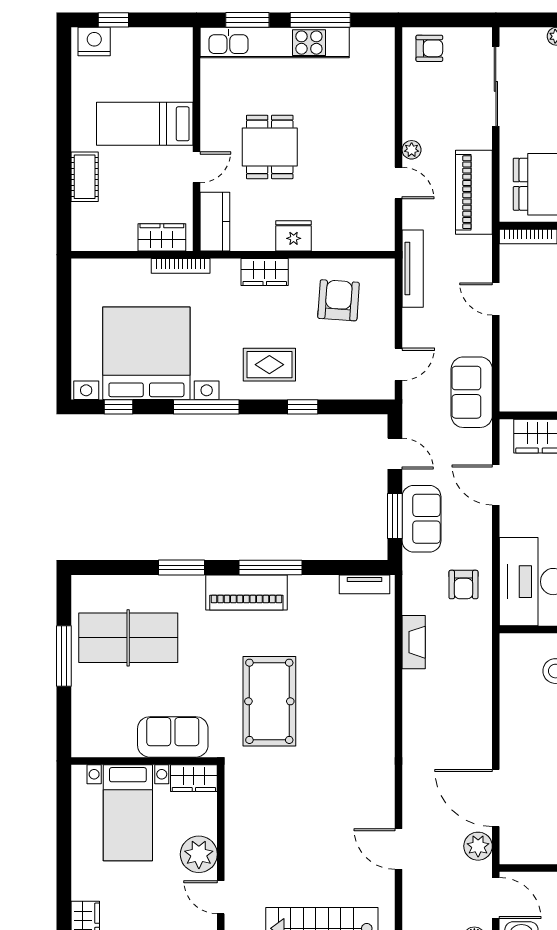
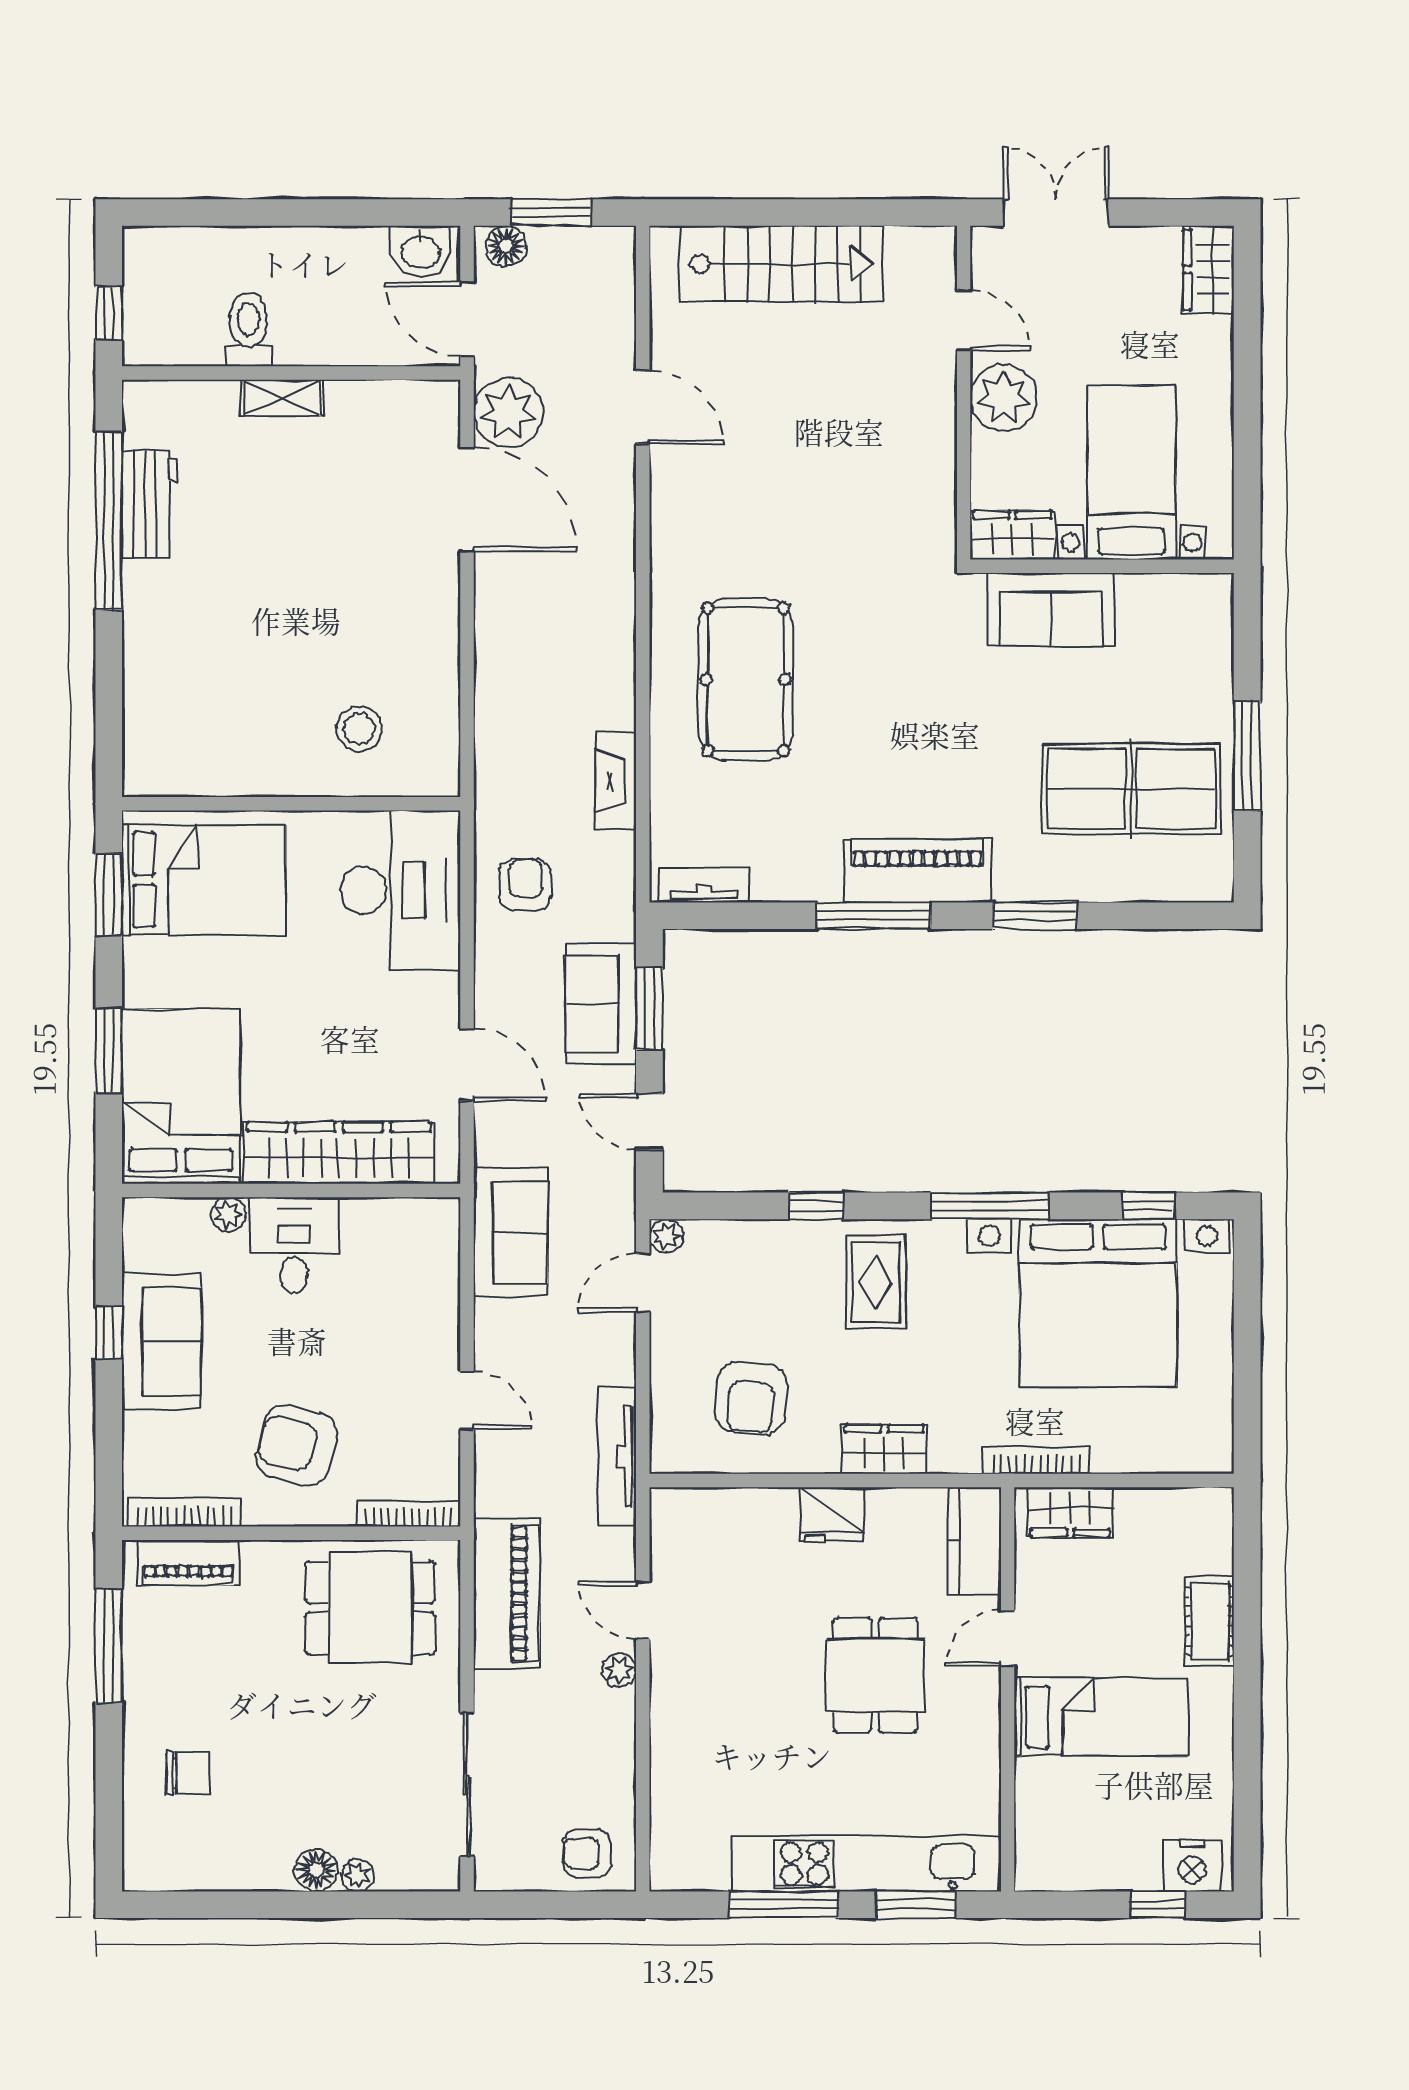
rug: (269, 365) -> (876, 1282), turned 90
plant: (385, 390) -> (666, 1236), added
pool table: (269, 701) -> (746, 679), moved
plant: (478, 846) -> (508, 412), width x1.36, depth x1.36

